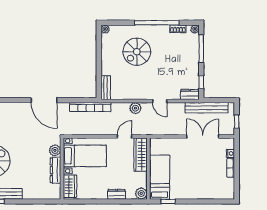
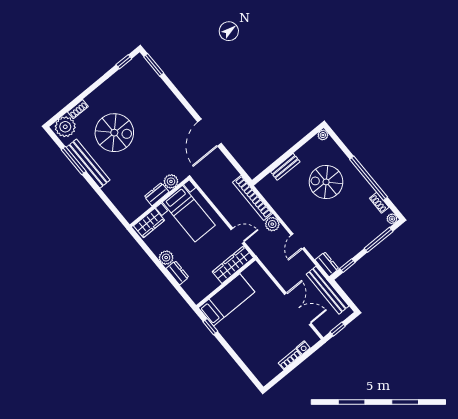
bench: (106, 88) -> (285, 167), moved
bookcase: (90, 107) -> (252, 198), moved
dresser: (56, 170) -> (157, 194), width x0.70
plant: (141, 193) -> (166, 258), moved

